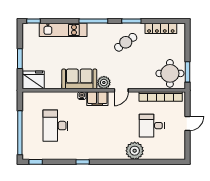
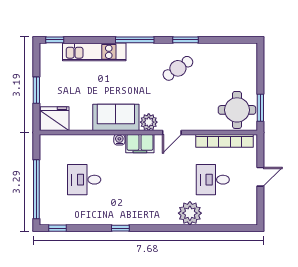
locker: (161, 28) -> (225, 50), removed
desk: (56, 126) -> (84, 180), width x0.73

